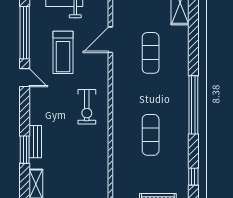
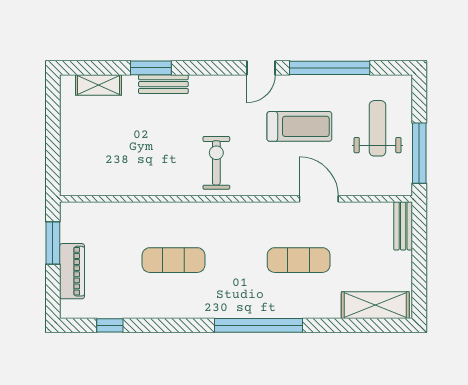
treadmill: (63, 52) -> (299, 126), turned 180
window: (193, 105) -> (258, 325), moved
exercise bike: (87, 107) -> (216, 163), turned 90

